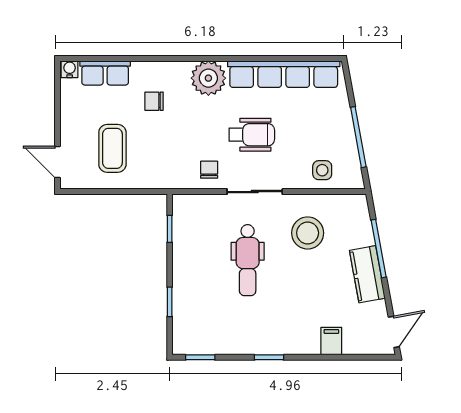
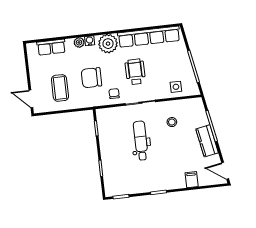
water cooler: (70, 69) -> (90, 41), moved
plant: (156, 70) -> (79, 42), added
chair: (154, 101) -> (91, 78), moved, width x1.87, depth x1.87
wheelchair: (252, 135) -> (135, 72), turned -90
stool: (308, 233) -> (172, 122), width x0.53, depth x0.53
dental chair: (248, 260) -> (141, 141), turned 180
door: (394, 332) -> (225, 171), swing flipped

